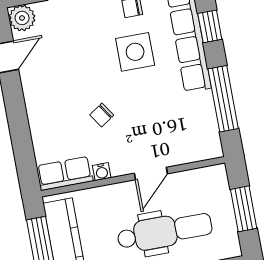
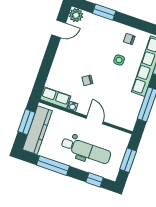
side table: (135, 52) -> (119, 60), width x0.54, depth x0.54
door: (151, 173) -> (95, 120), swing flipped

